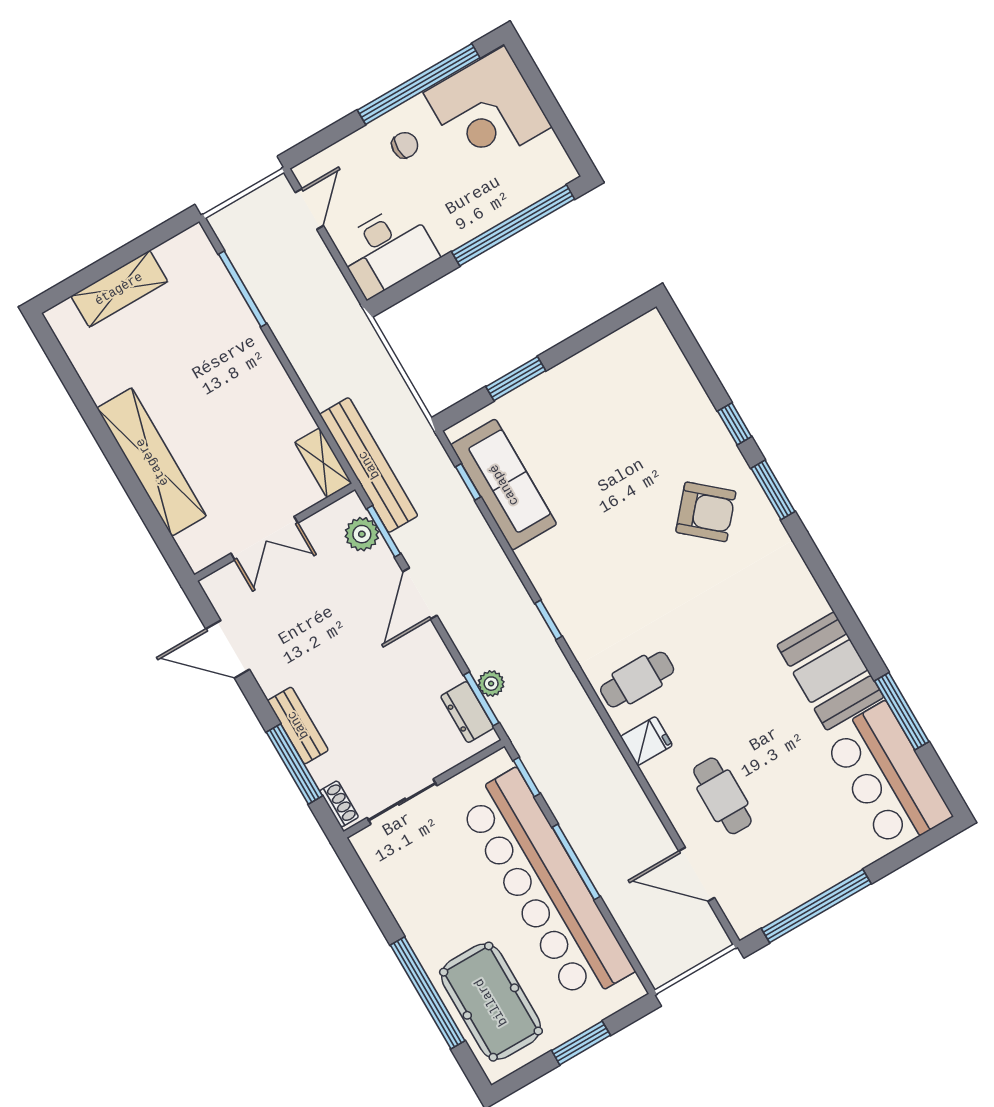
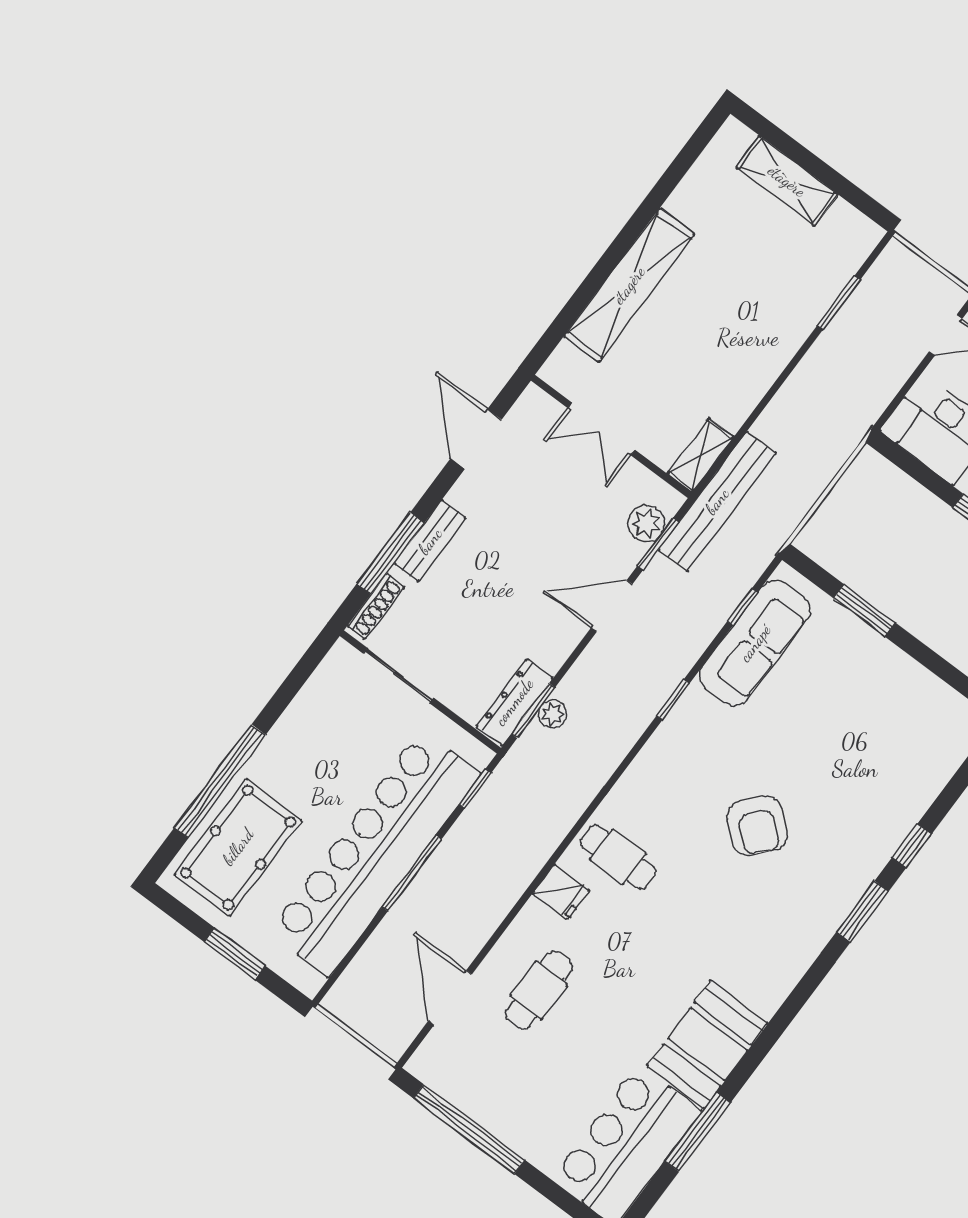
window: (243, 289) -> (839, 303), width x0.69
armchair: (706, 512) -> (757, 826), moved
window: (548, 620) -> (673, 700), moved
dresser: (467, 712) -> (514, 702), width x1.44
shoe rack: (339, 804) -> (376, 606), width x1.43

